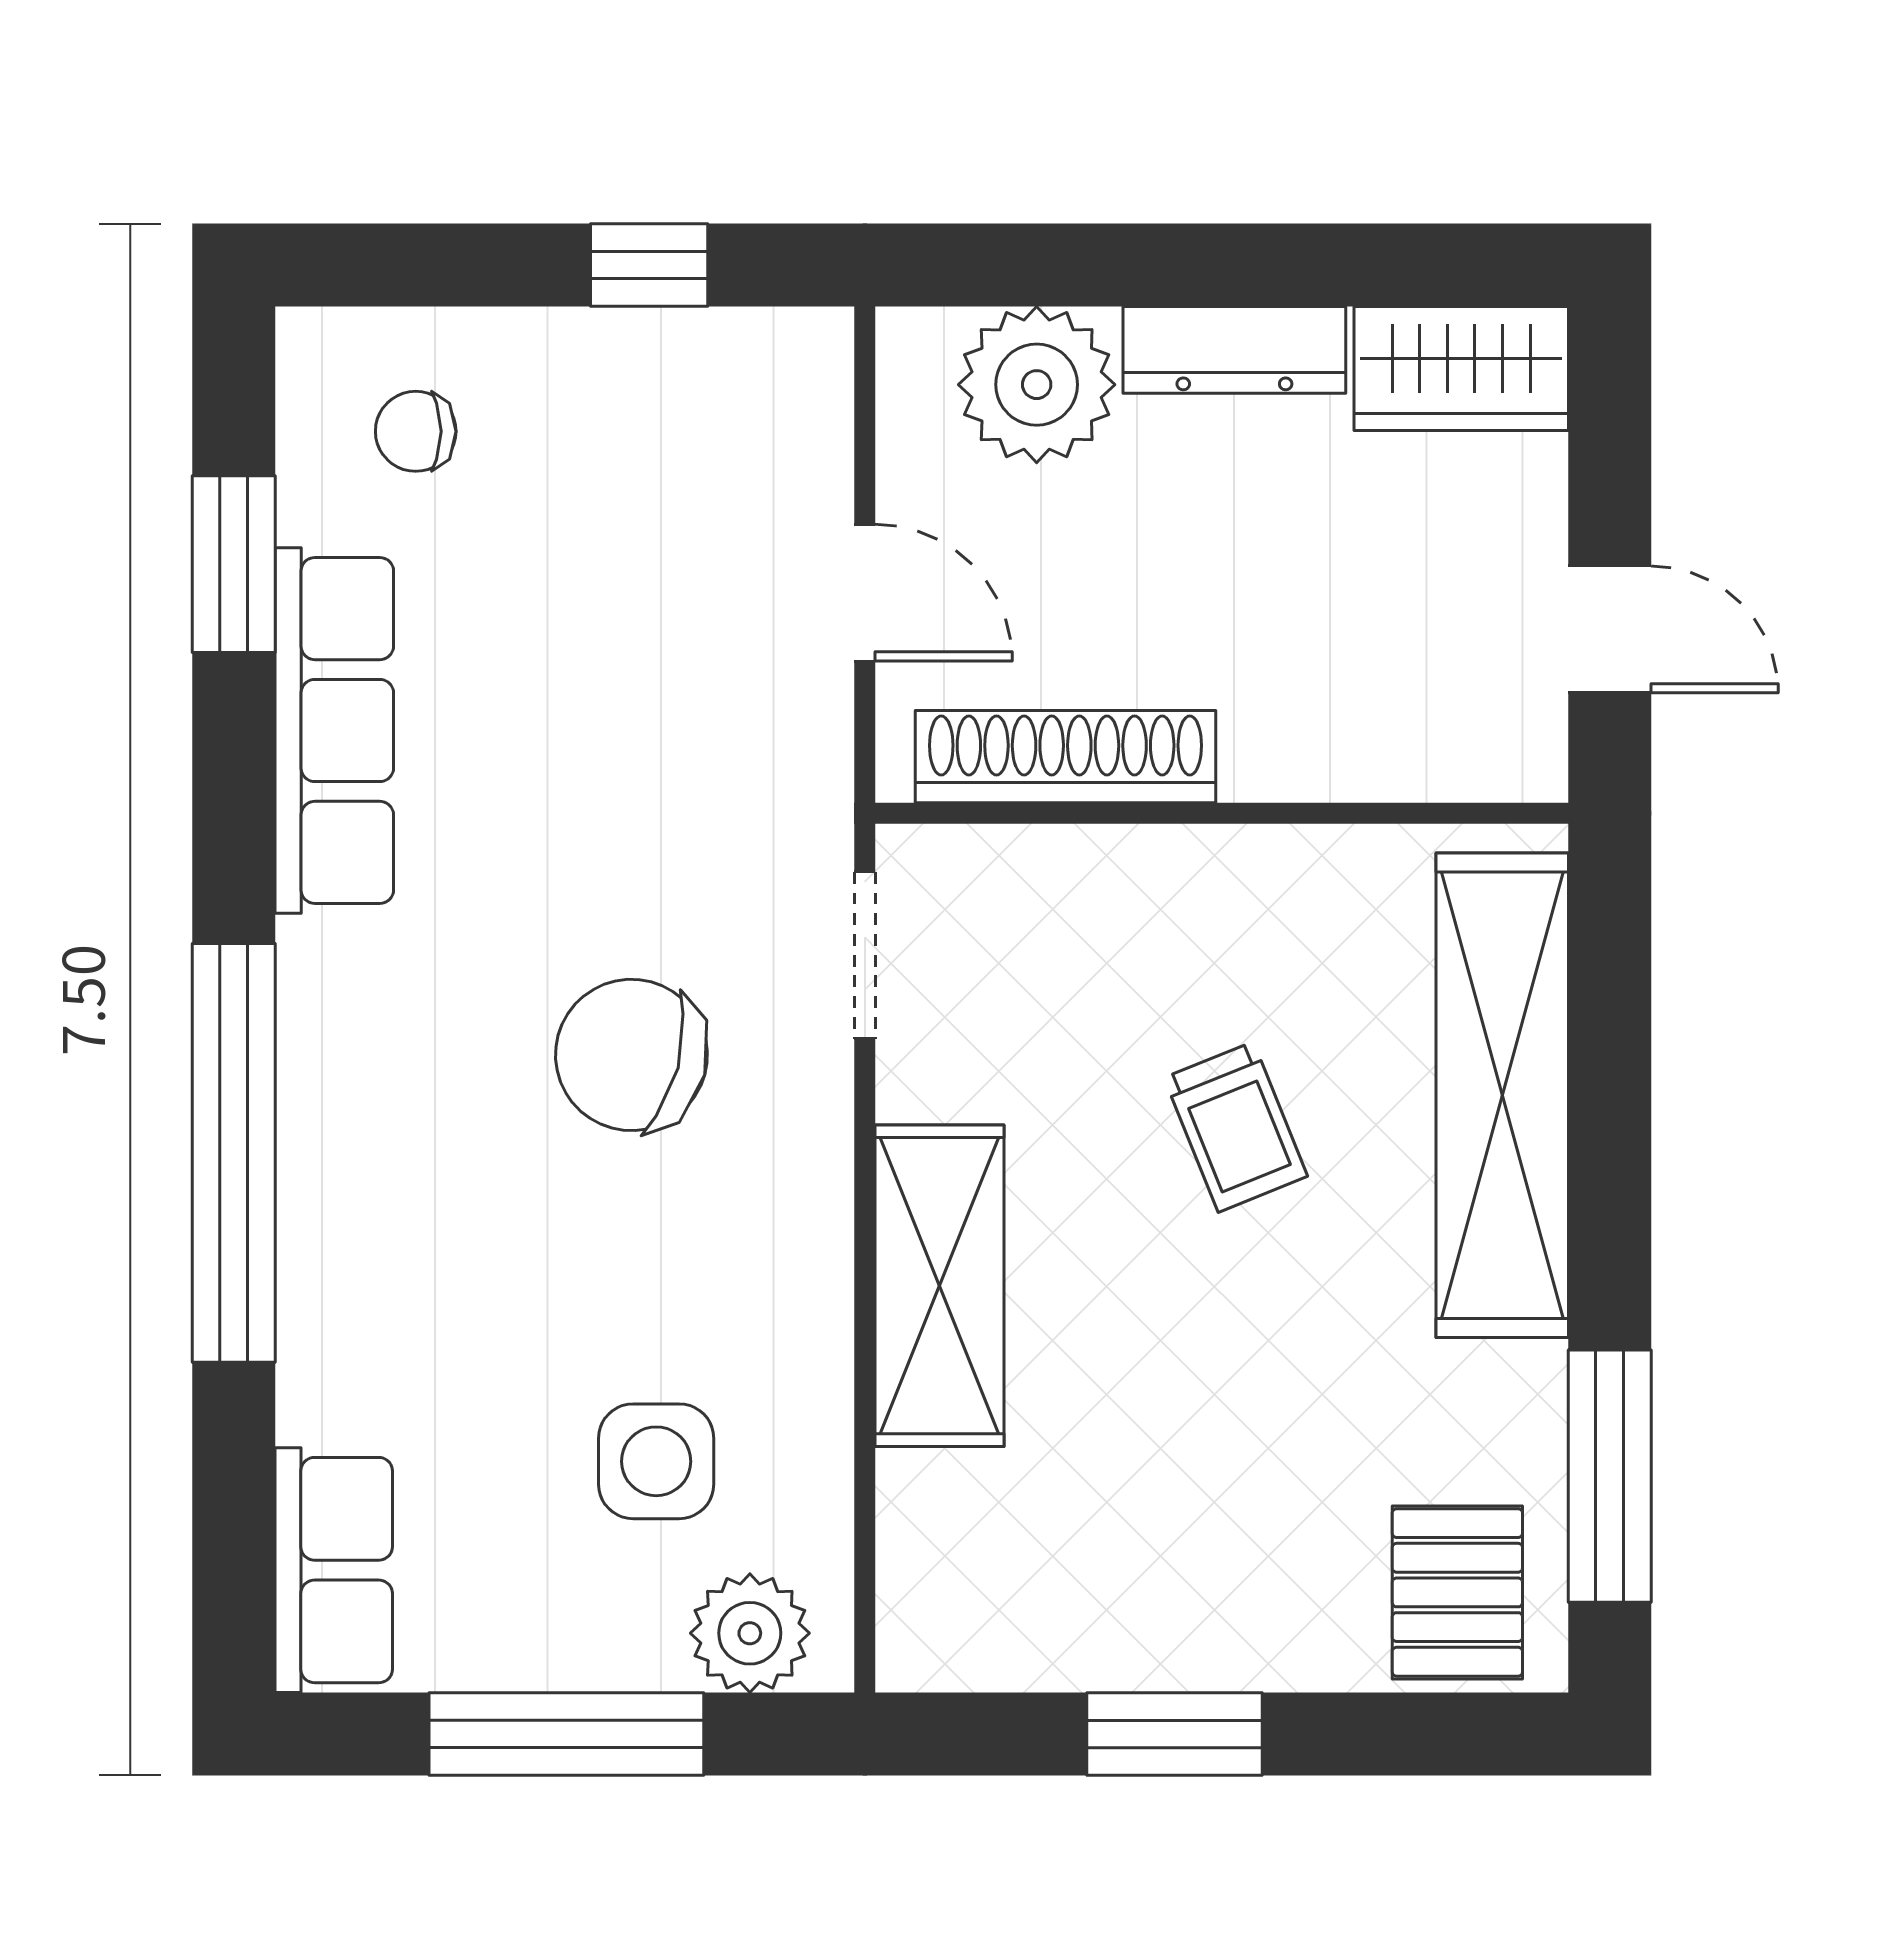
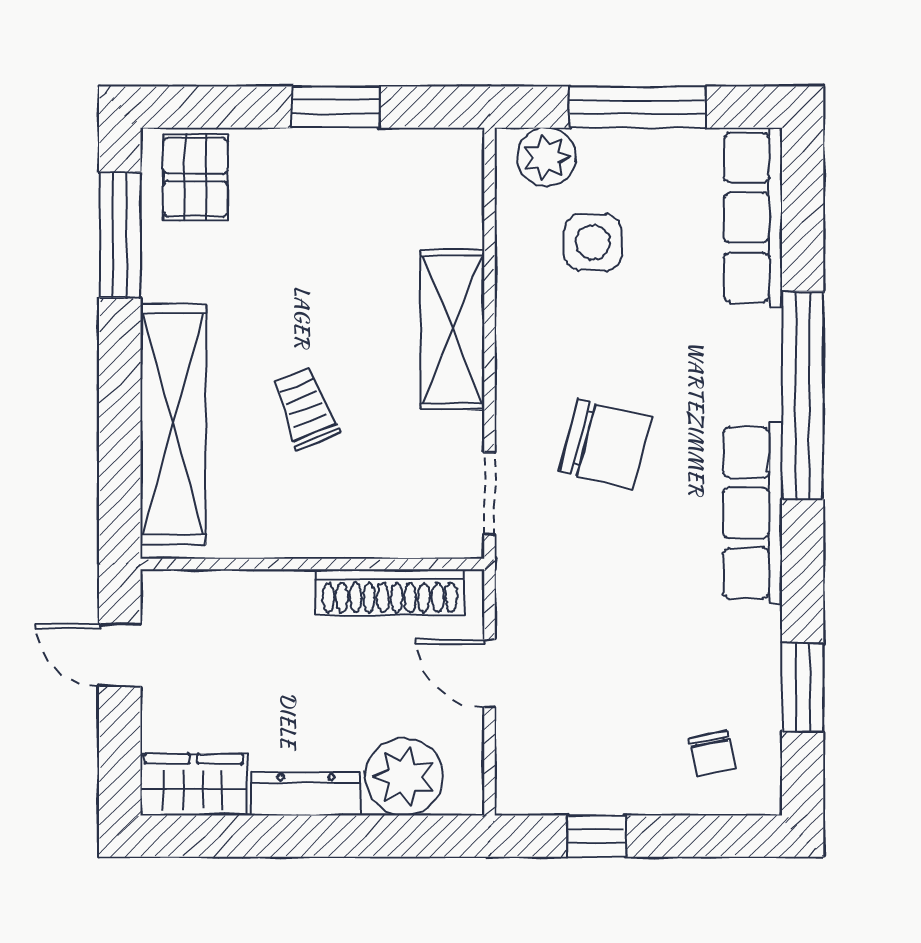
chair: (416, 431) -> (712, 754), turned 78
row of seats: (334, 730) -> (753, 513), moved
row of seats: (334, 1570) -> (753, 218), width x1.48

